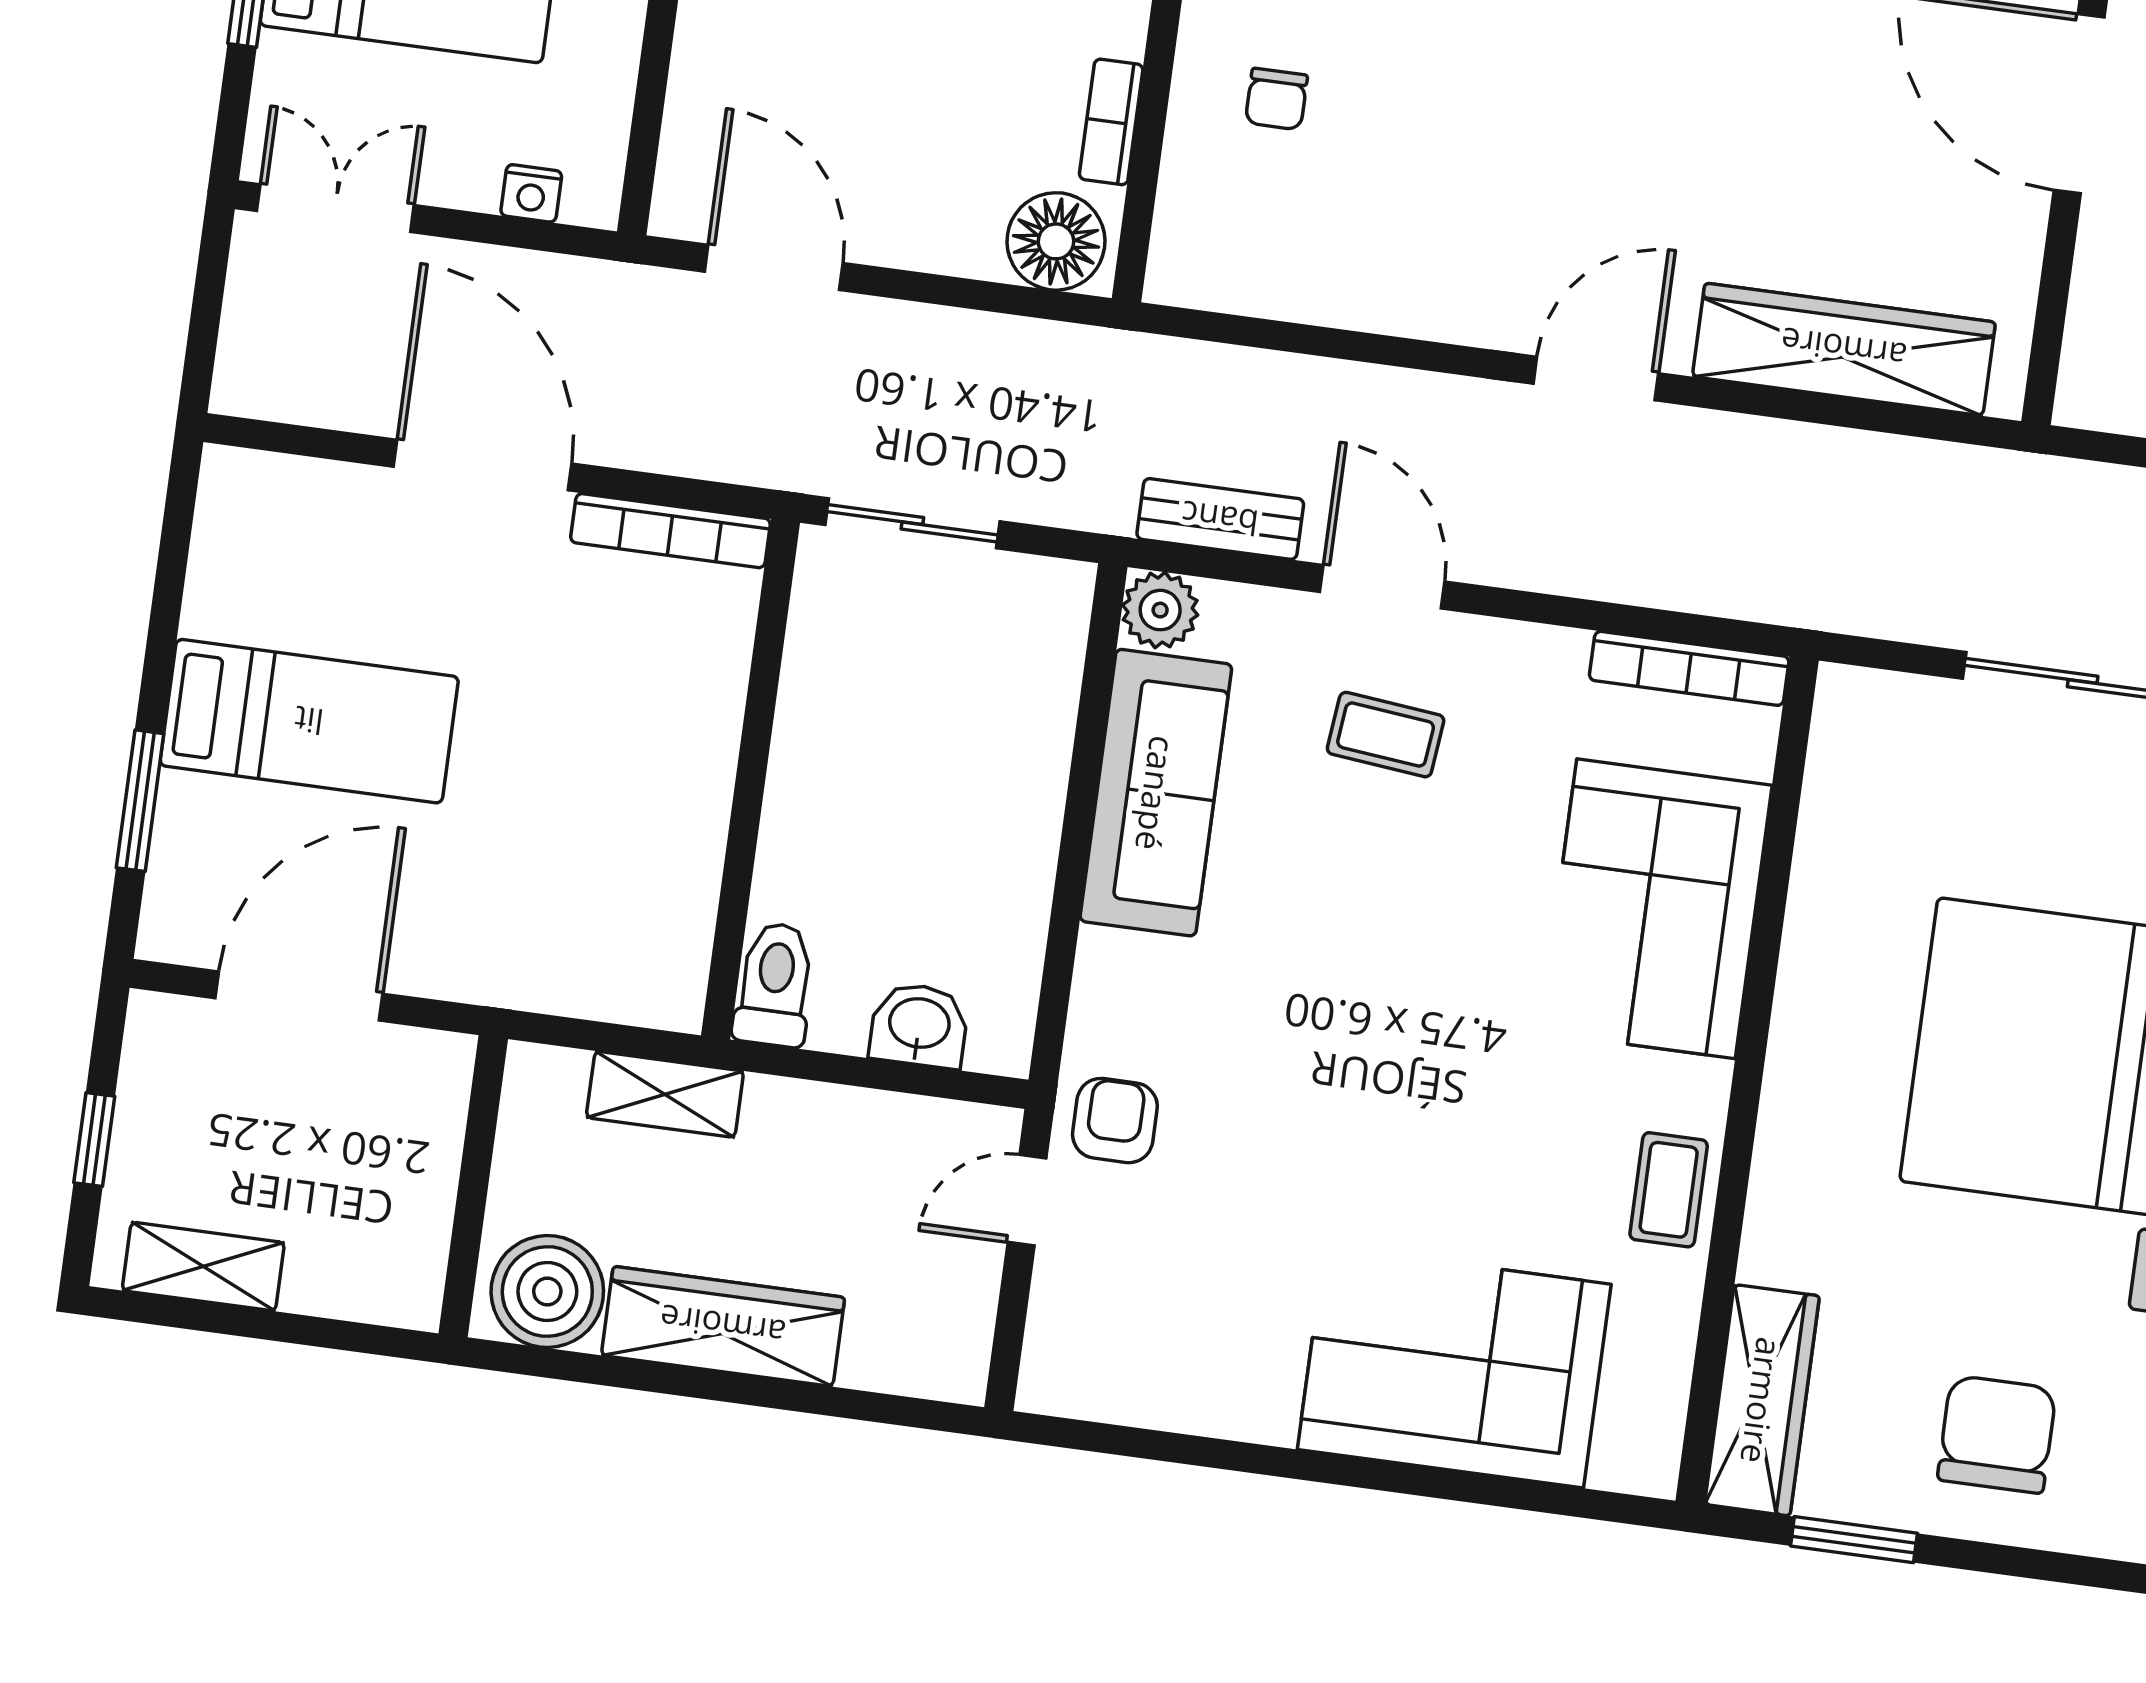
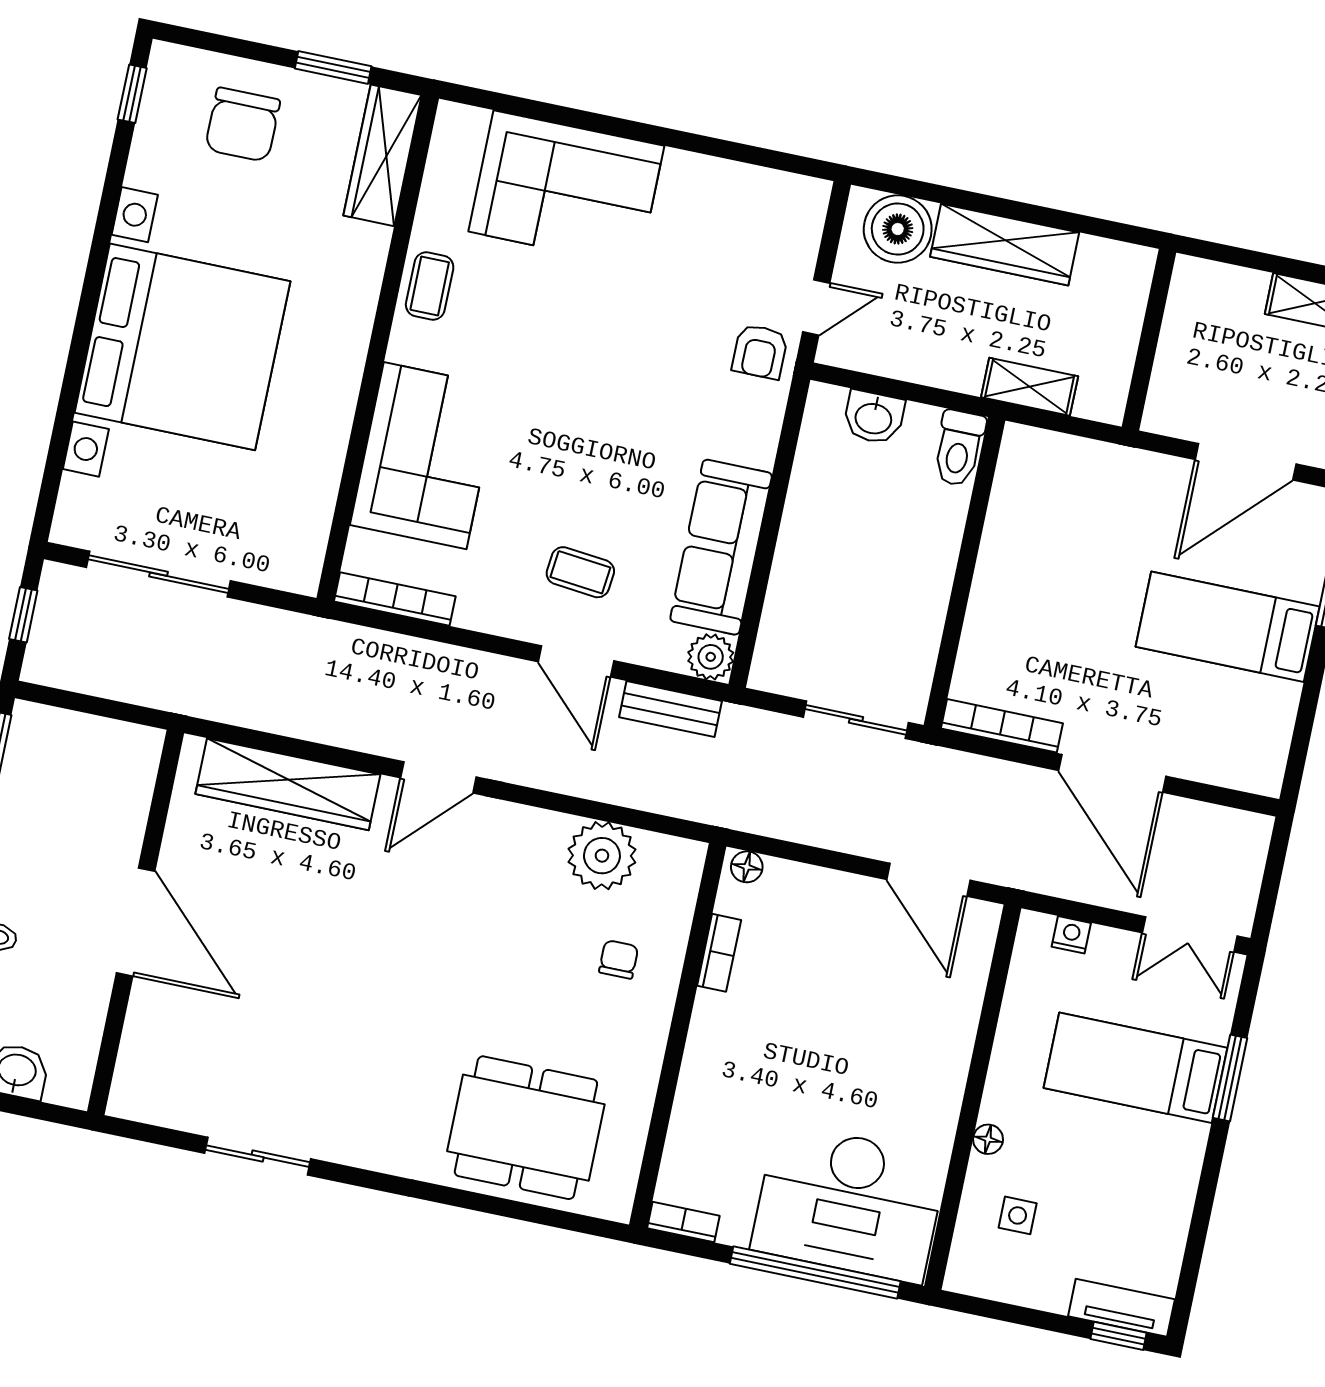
floor lamp: (1056, 241) -> (747, 867), width x0.53, depth x0.53
plant: (1316, 269) -> (602, 856), added
boiler: (547, 1292) -> (898, 229), moved

